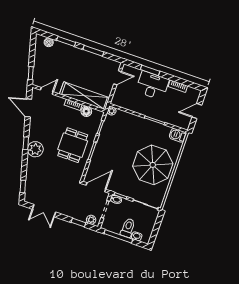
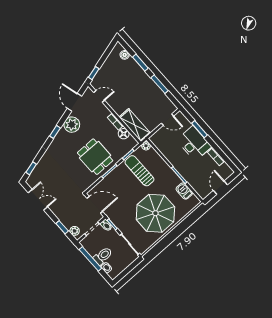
shelving: (85, 96) -> (135, 125), width x0.68
door: (197, 111) -> (220, 188), hinge flipped
barbecue: (178, 135) -> (184, 191), moved
sun lounger: (118, 136) -> (139, 171), added
dining table: (73, 145) -> (95, 157), turned 90
plant: (35, 149) -> (72, 125), moved
double door: (44, 211) -> (38, 200), swing flipped

